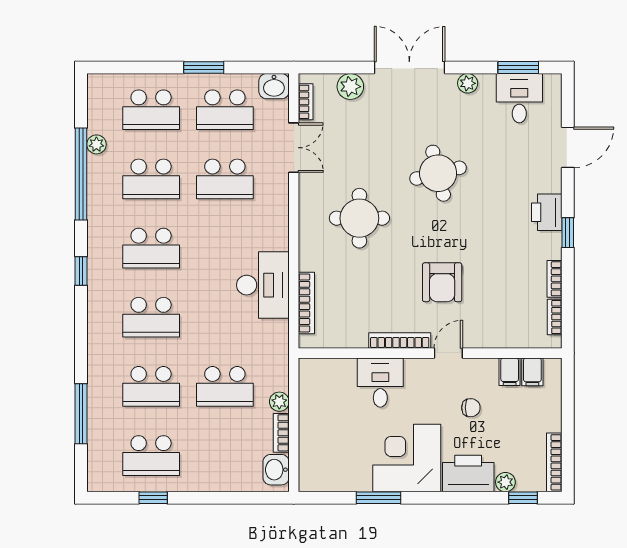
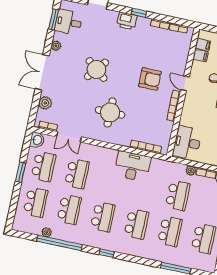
double door: (294, 148) -> (69, 137), swing flipped
round table: (438, 173) -> (97, 69), turned -37
desk: (380, 383) -> (187, 143), moved, width x1.37

